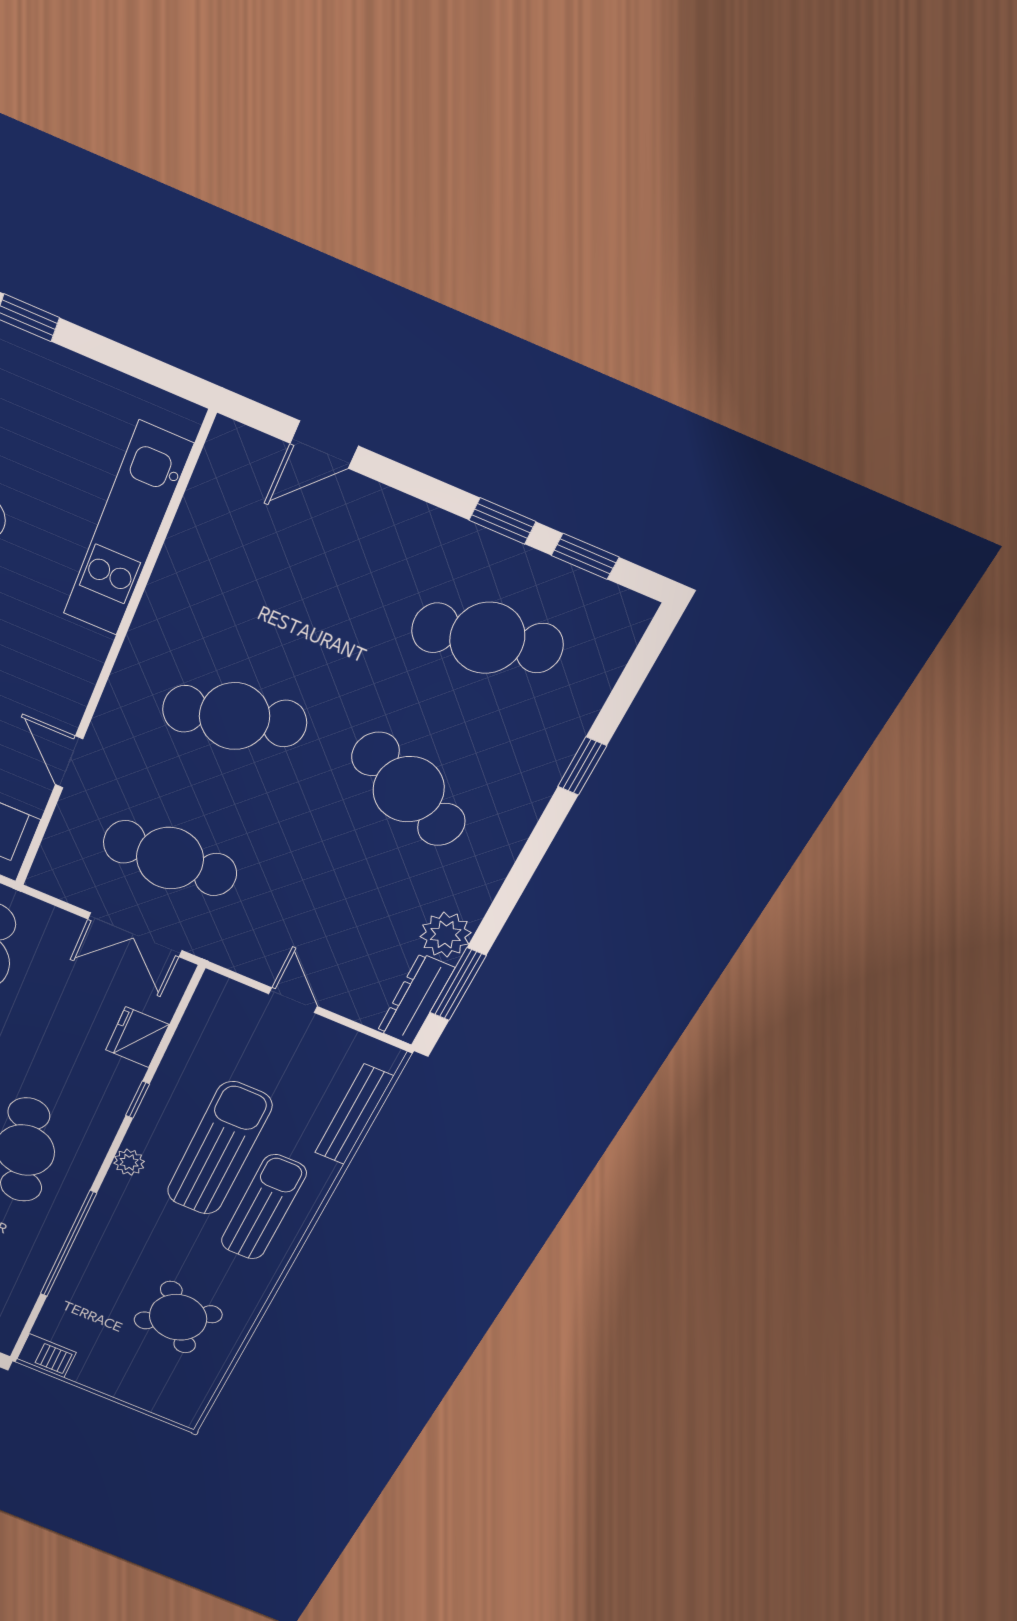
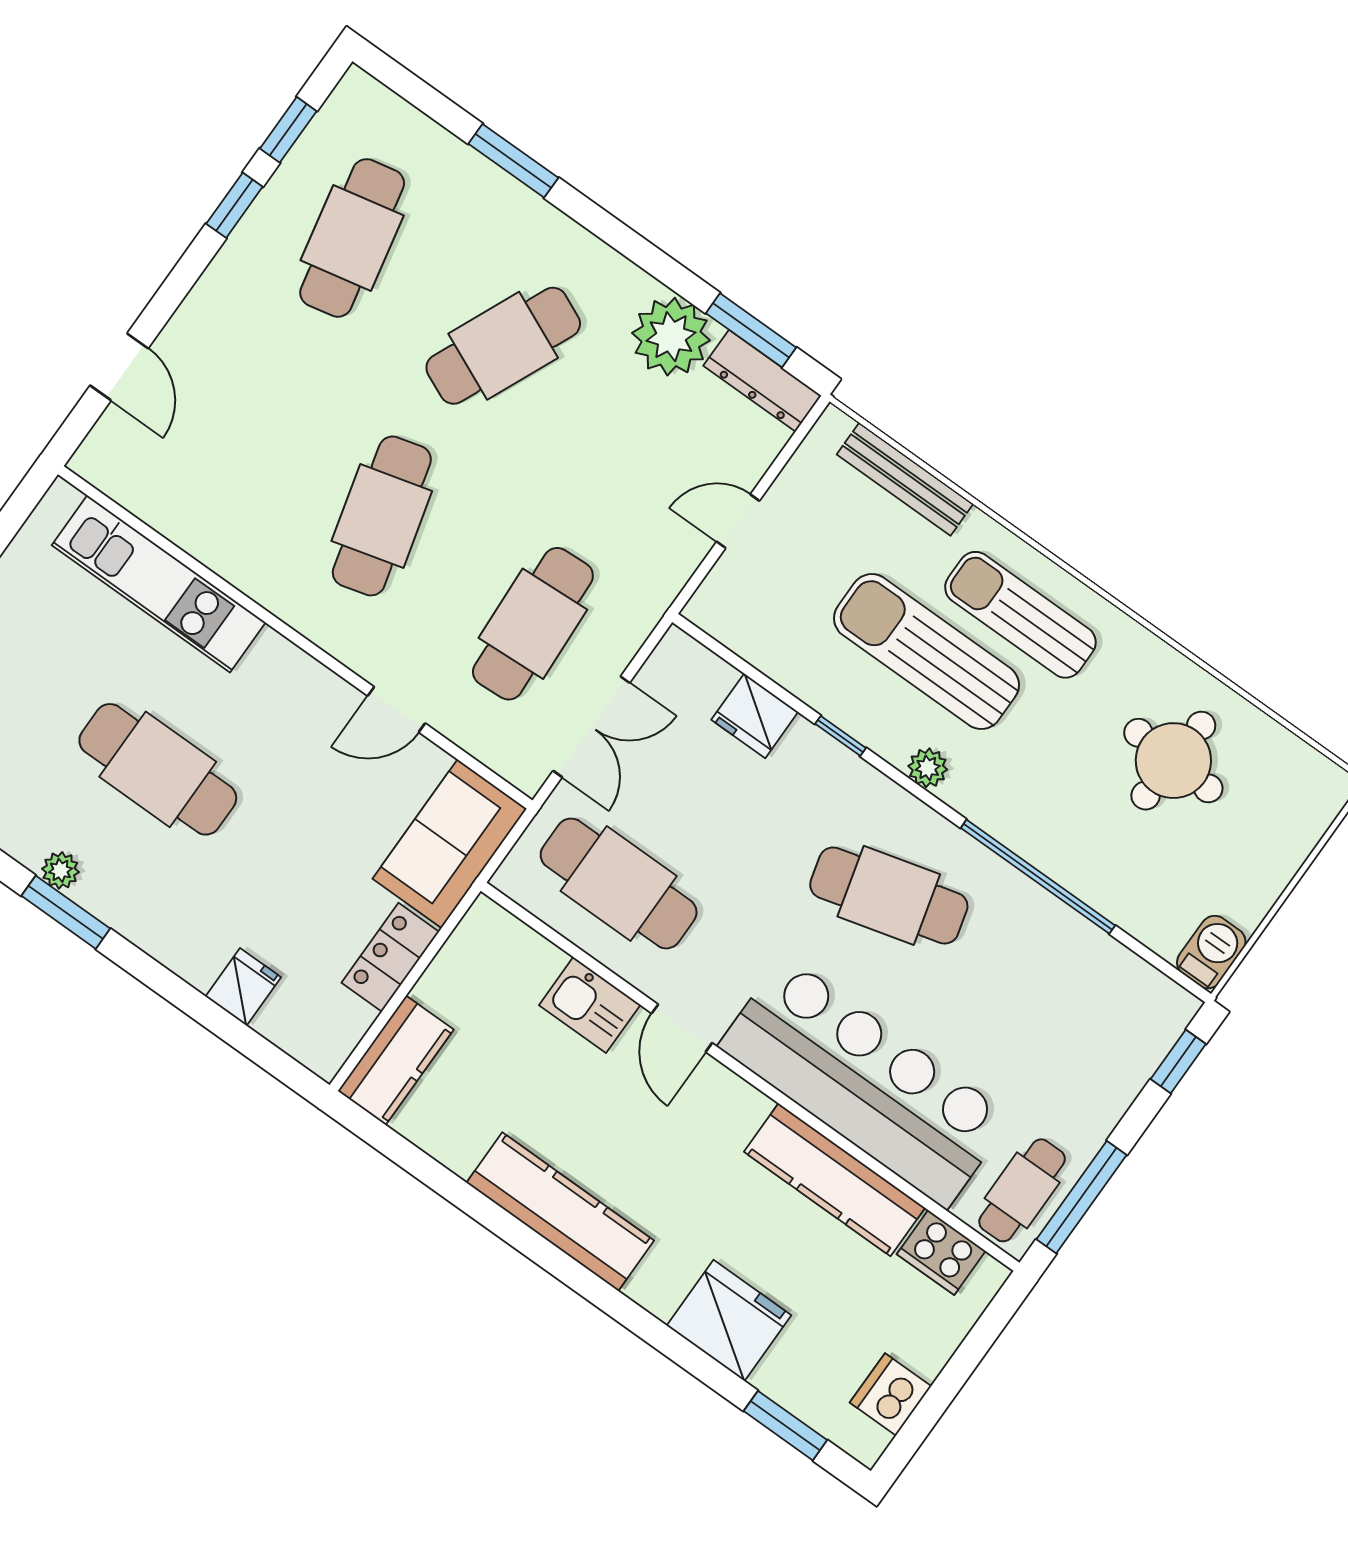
window: (582, 766) -> (513, 161), width x1.50
double door: (135, 935) -> (591, 727), moved
plant: (446, 935) -> (671, 337), width x1.36, depth x1.36
round table: (178, 1317) -> (1173, 761), turned 37

